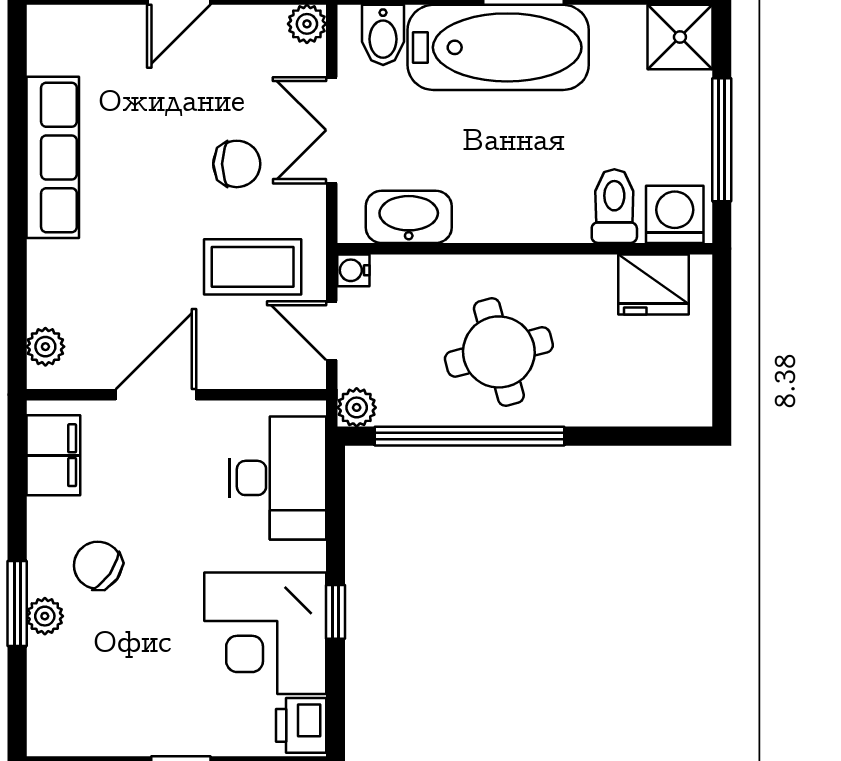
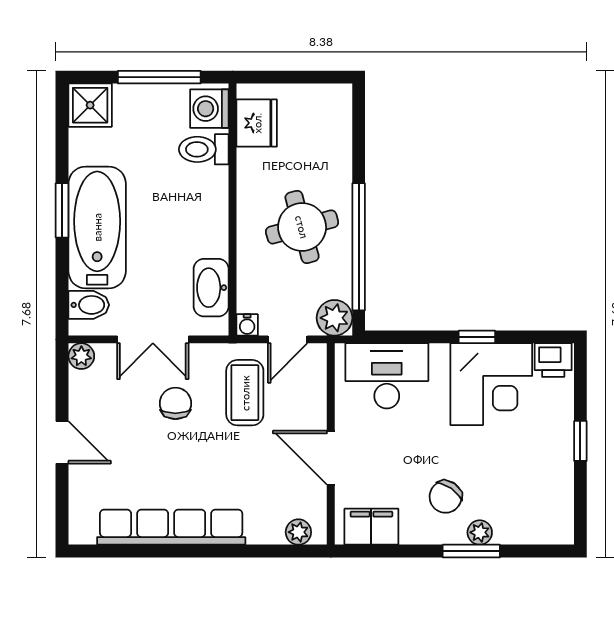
row of seats: (53, 157) -> (171, 527), width x1.36
plant: (357, 407) -> (334, 318), width x1.38, depth x1.38

